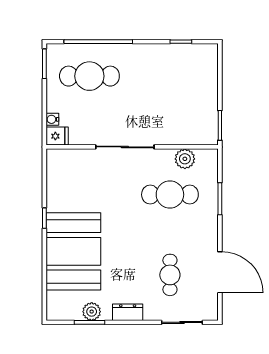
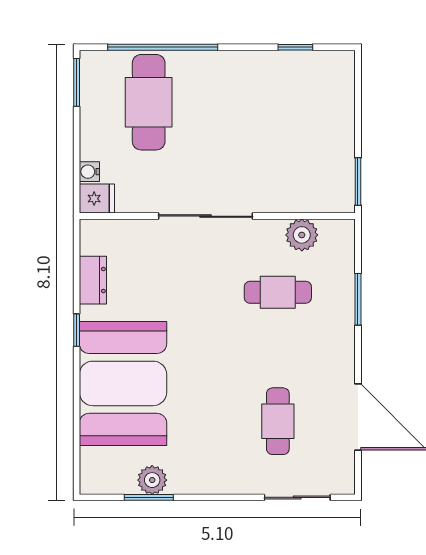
cafe table: (89, 76) -> (149, 102), turned 90
cafe table: (170, 195) -> (278, 292), width x0.73, depth x0.74
dresser: (128, 312) -> (93, 280), moved, turned 90

